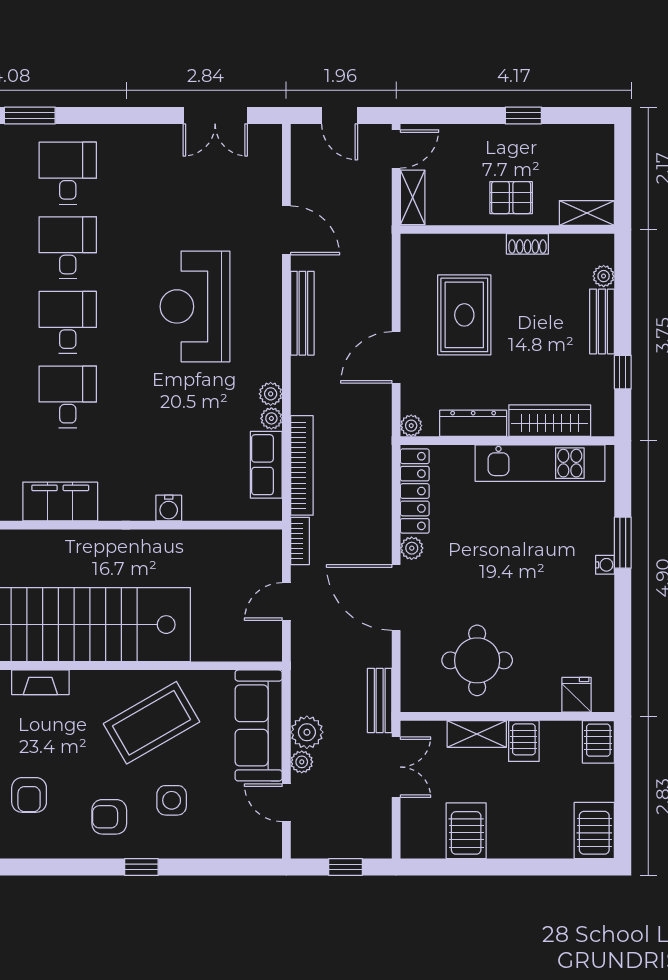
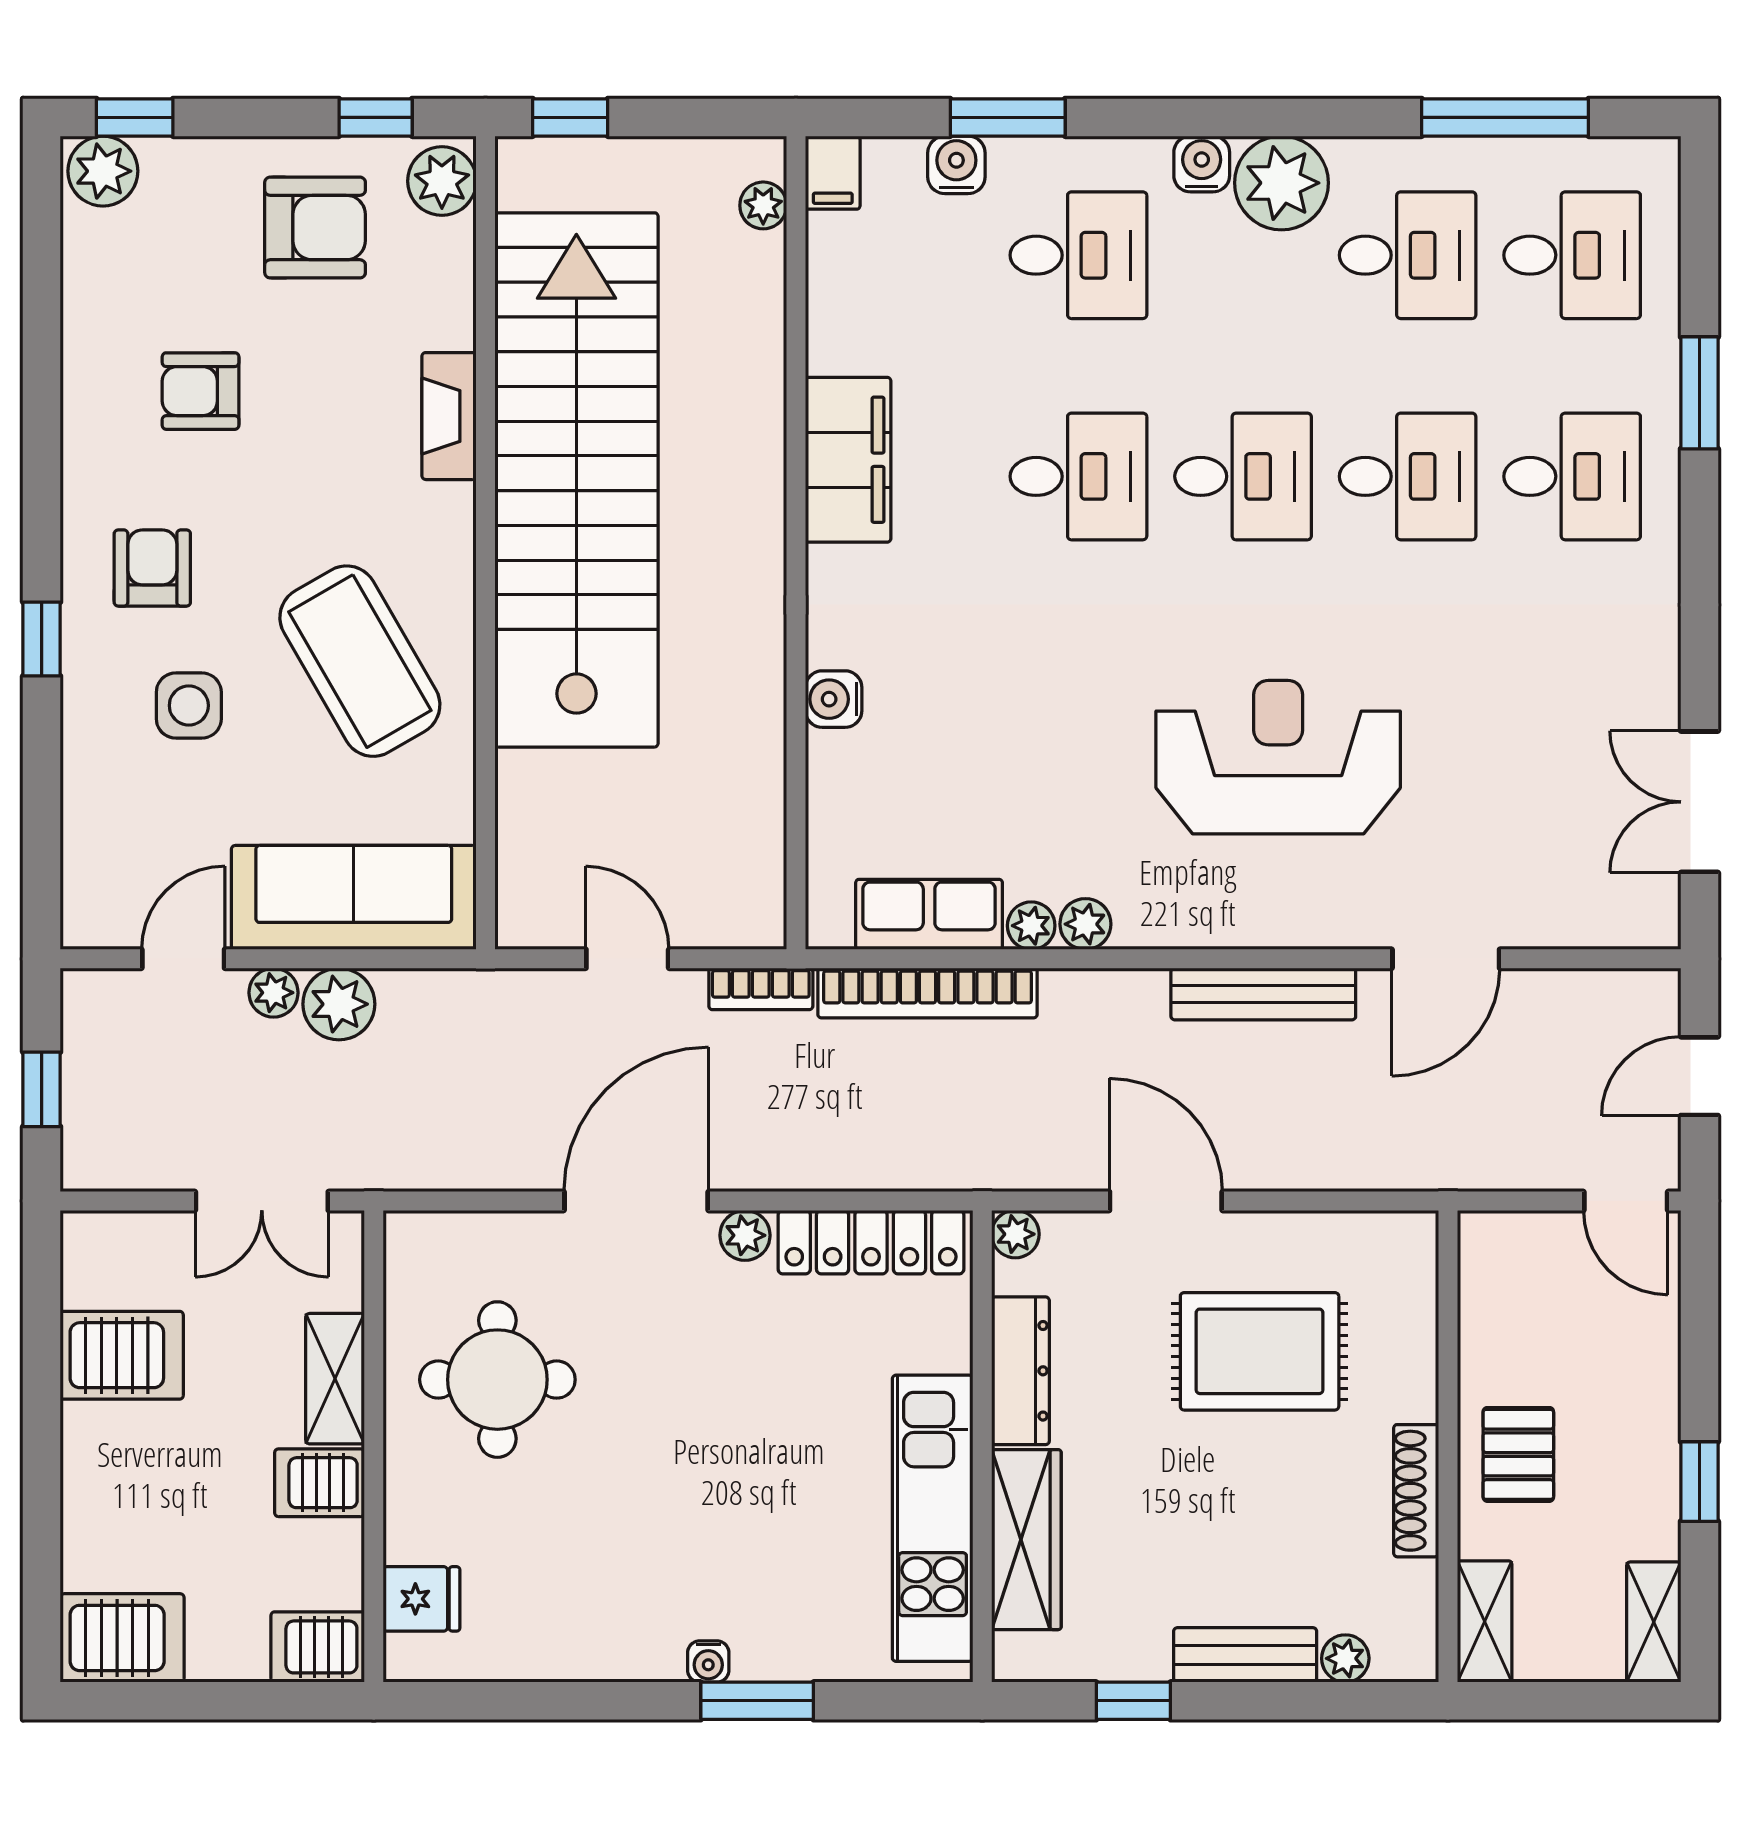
shelving: (413, 197) -> (1654, 1622), moved, turned 90
shoe rack: (527, 244) -> (1416, 1491), width x1.43
bench: (380, 700) -> (409, 1165), removed

